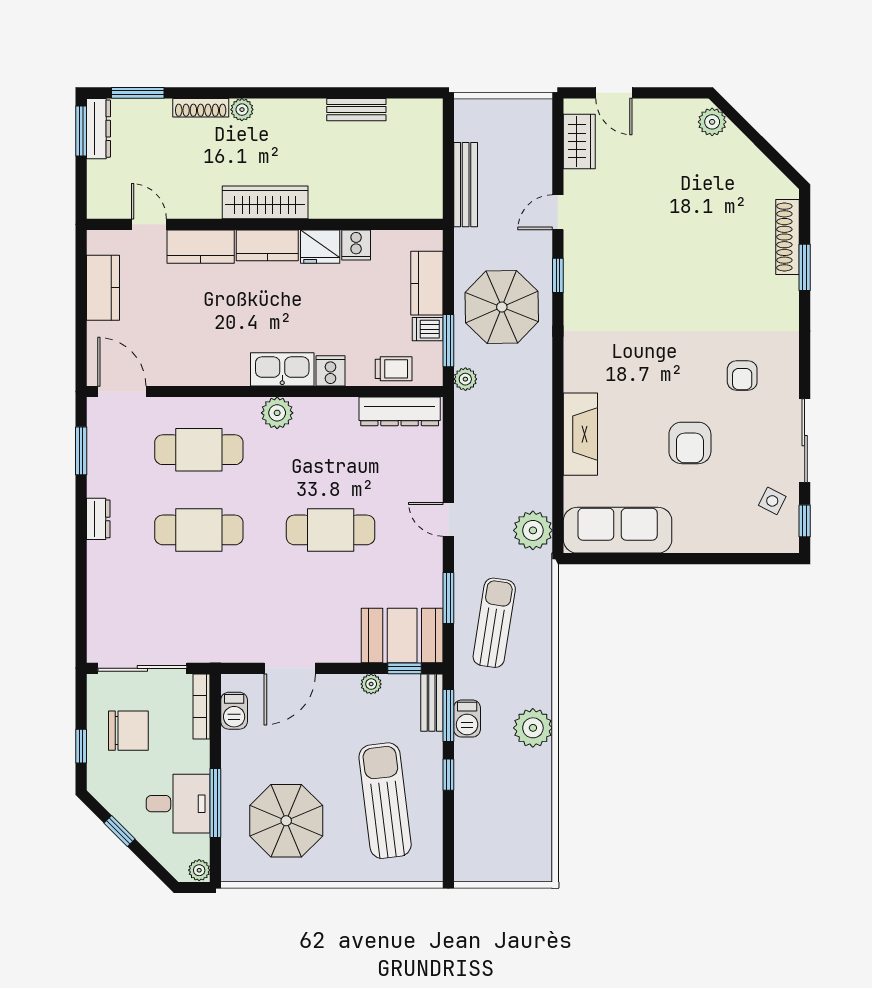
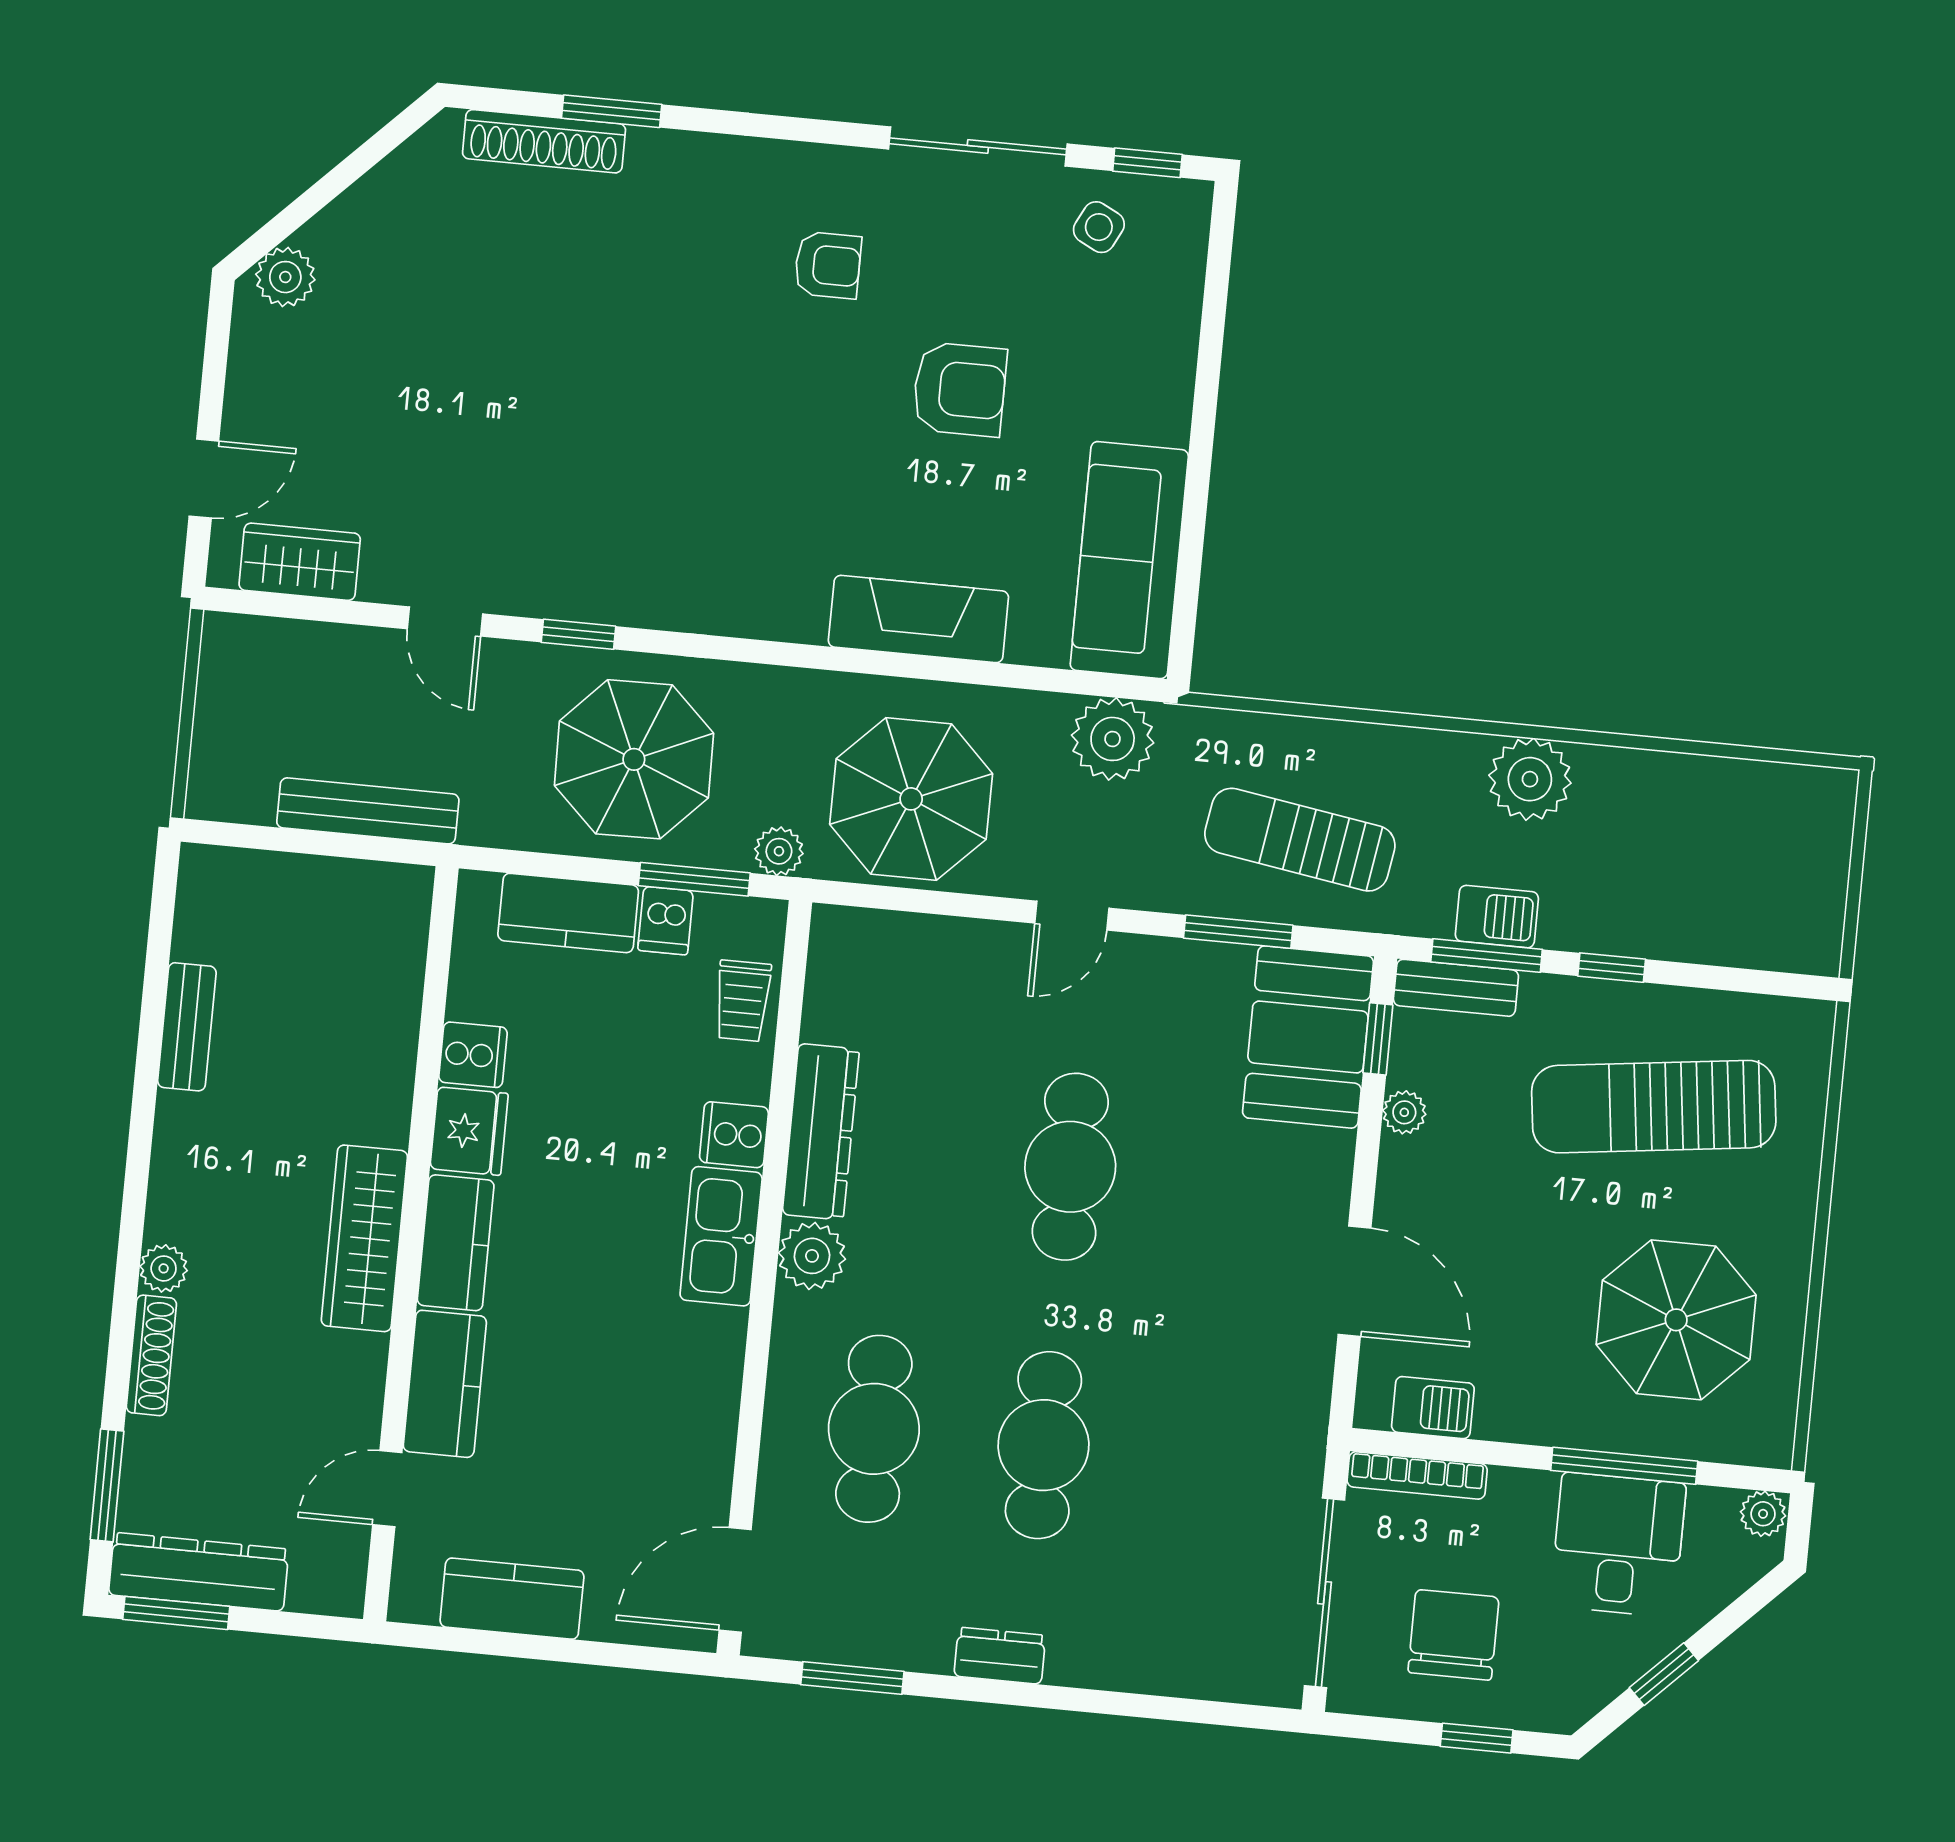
dresser: (98, 129) -> (199, 1572), width x1.37, depth x1.24
trolley: (394, 369) -> (743, 1001), turned 180
dresser: (400, 411) -> (821, 1132), moved
parasol: (496, 439) -> (911, 799), added

